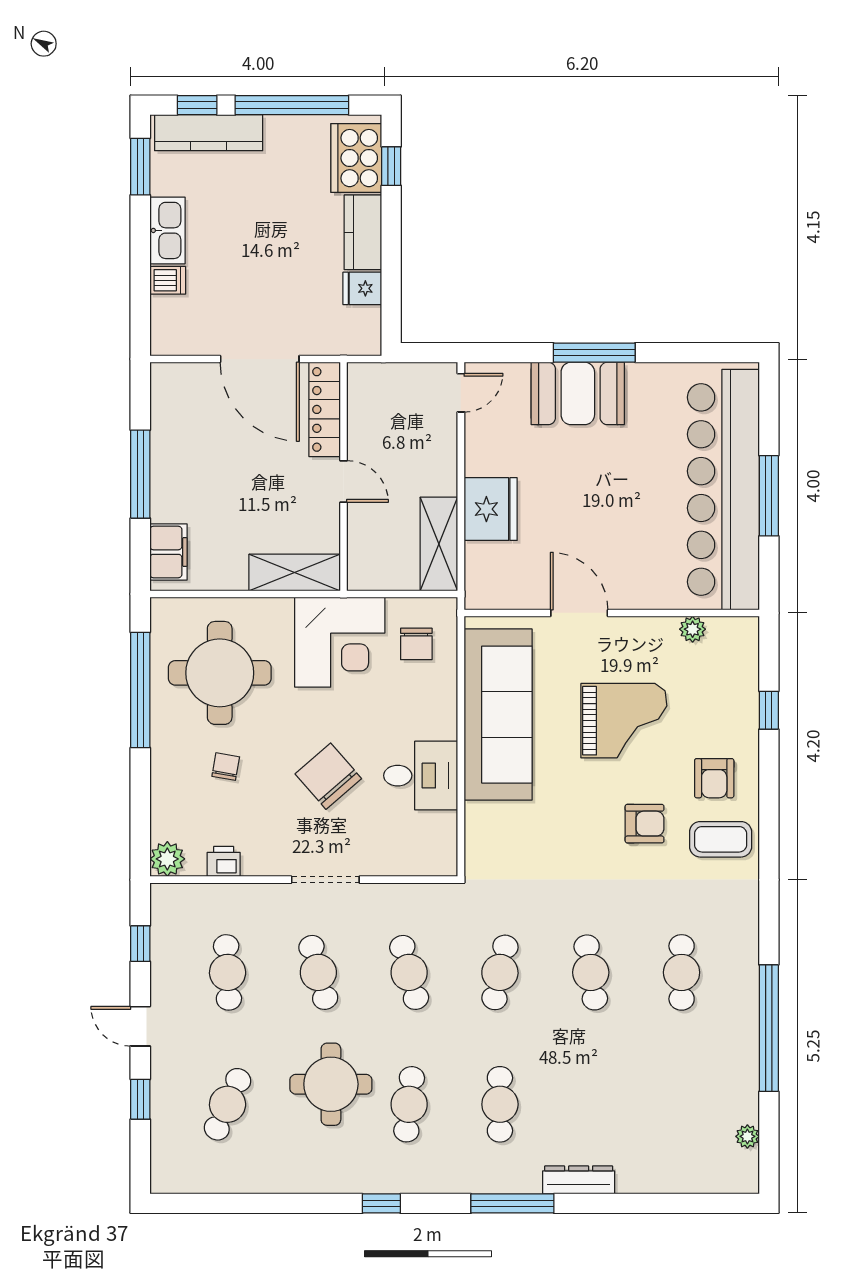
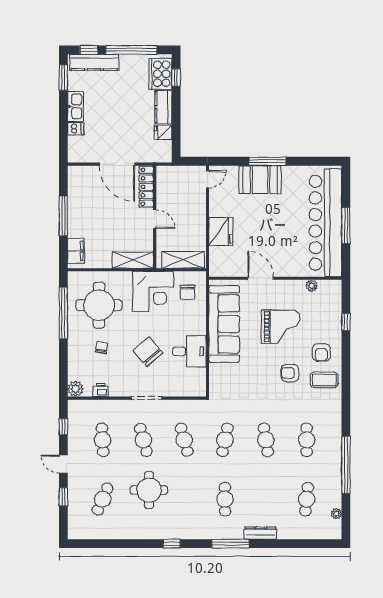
shelving: (439, 544) -> (183, 260), moved, turned 90
armchair: (645, 824) -> (290, 373), turned 180
cafe table: (409, 1104) -> (307, 499), moved

